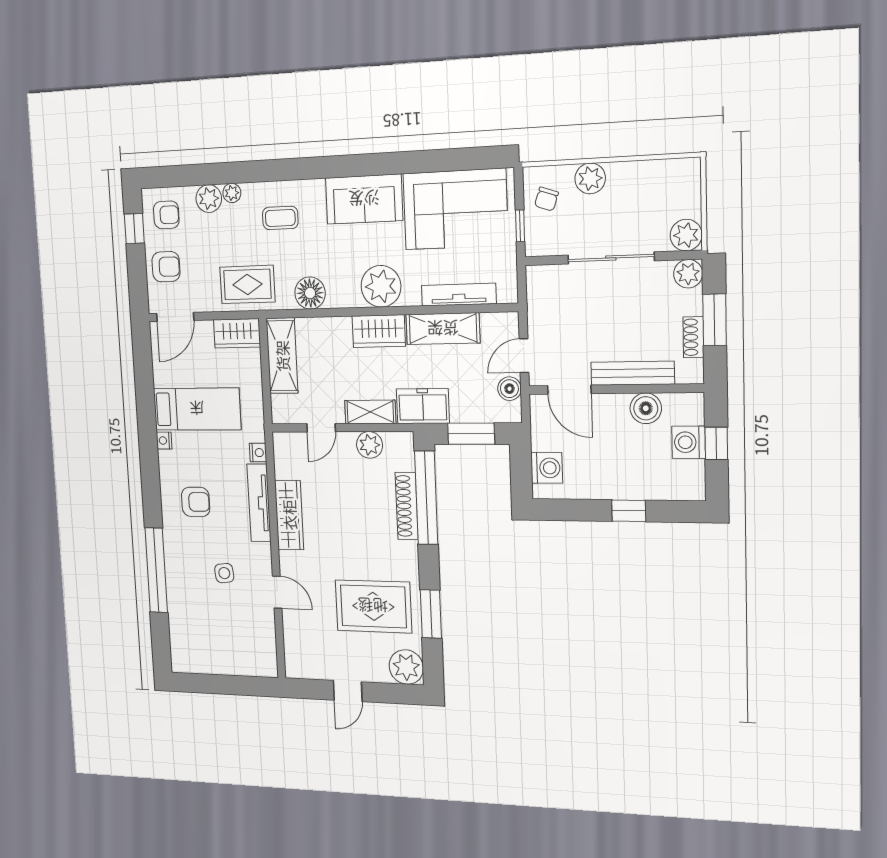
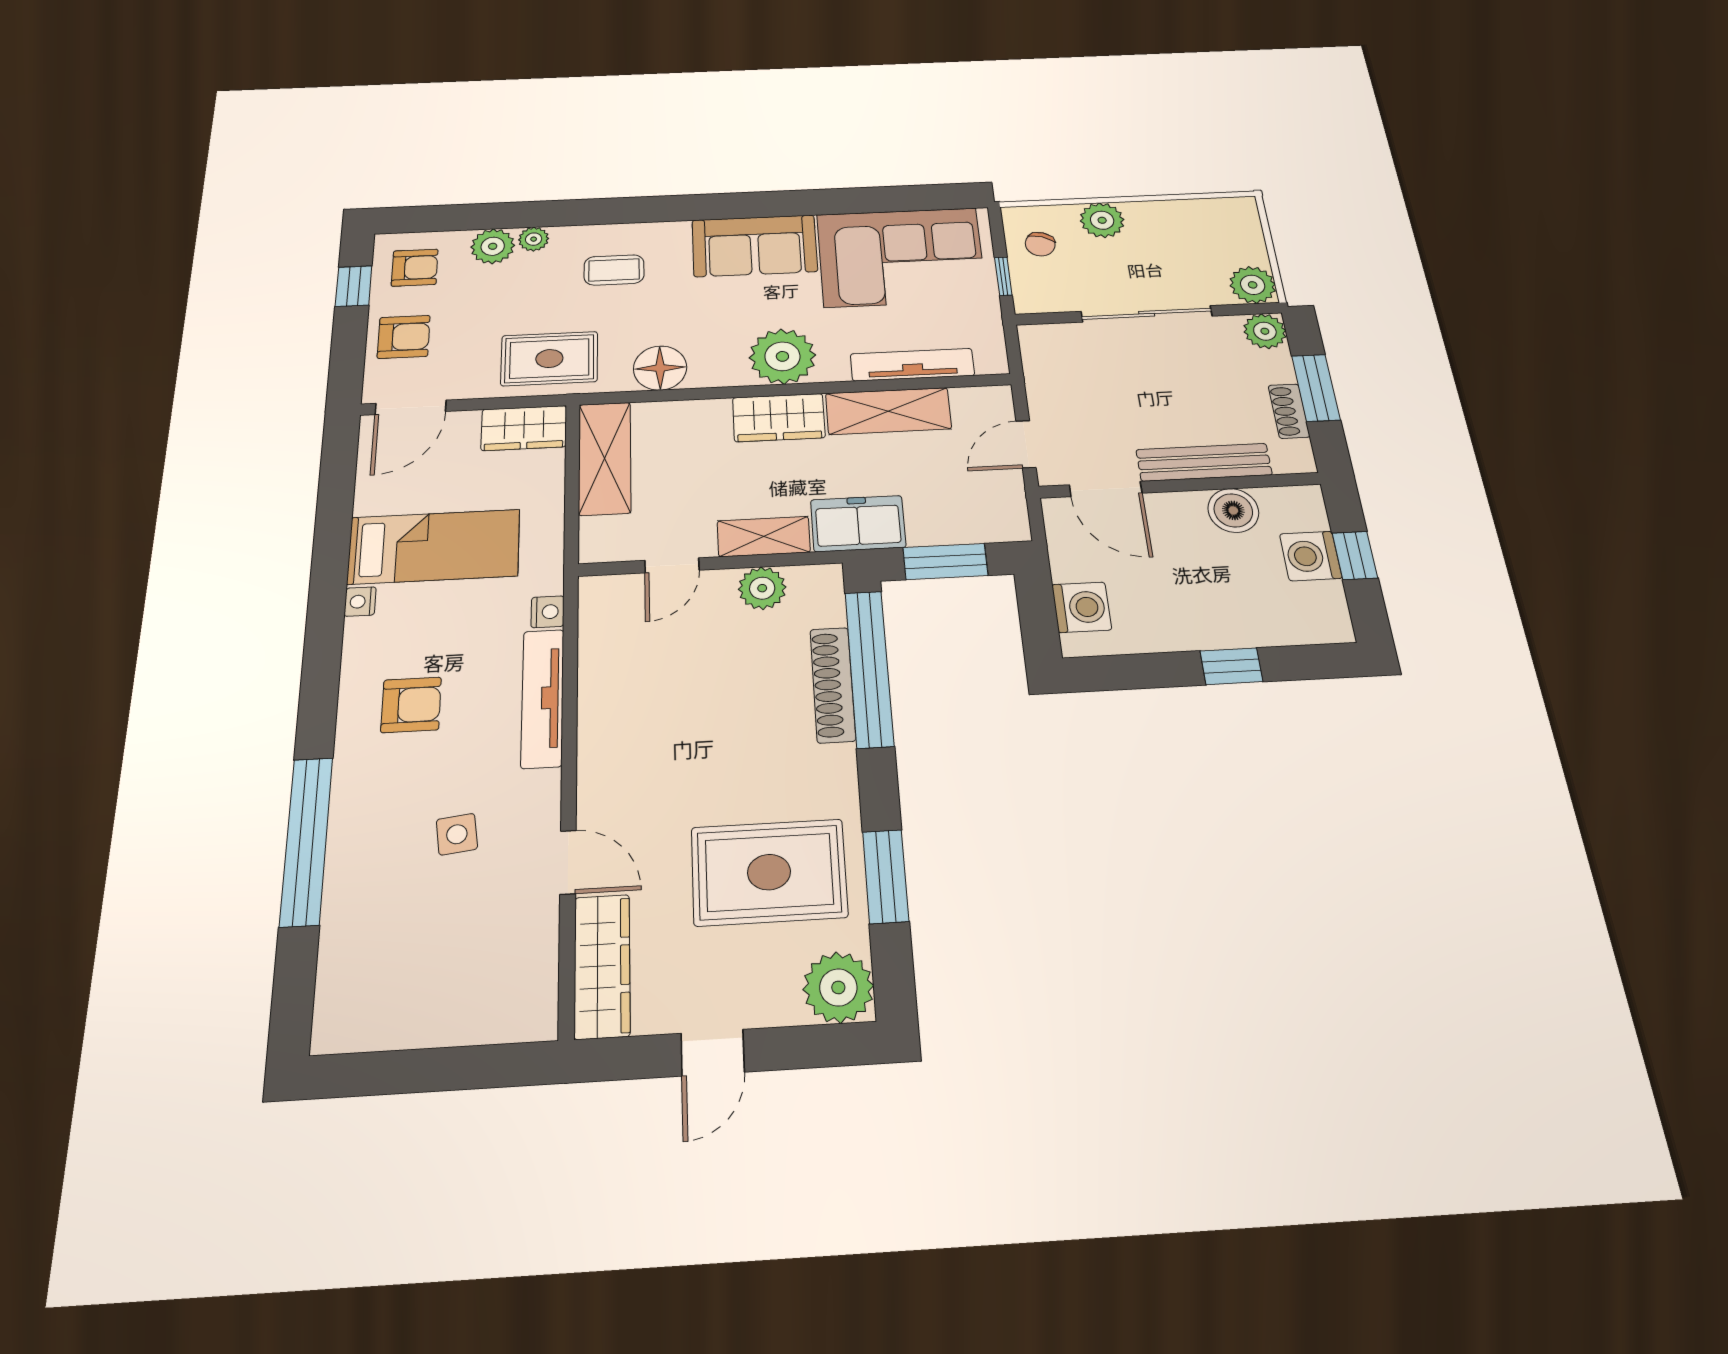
boiler: (509, 389) -> (1006, 492), removed
wardrobe: (289, 515) -> (602, 966), moved

